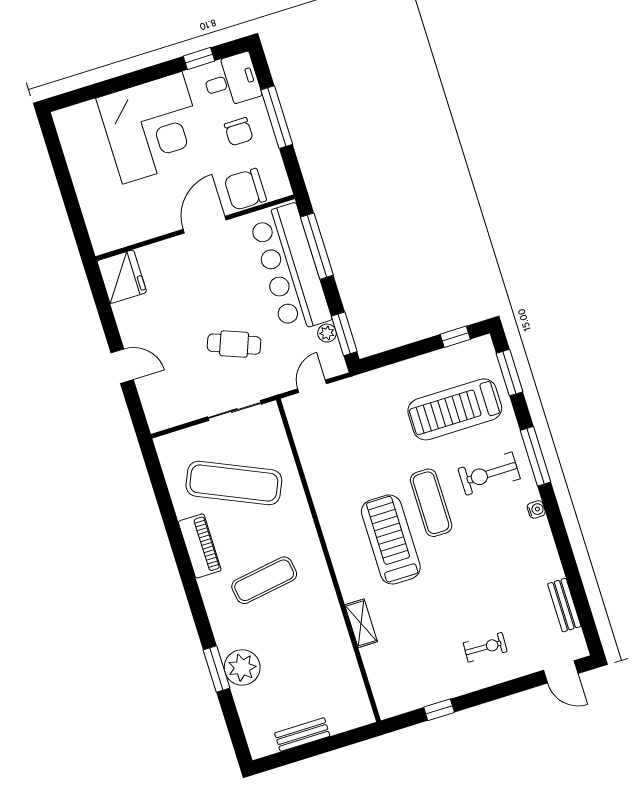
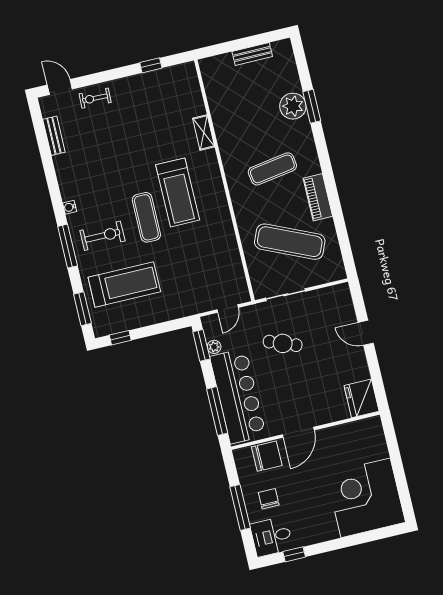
corner desk: (152, 128) -> (366, 498), moved
exercise bike: (485, 647) -> (95, 98), moved

